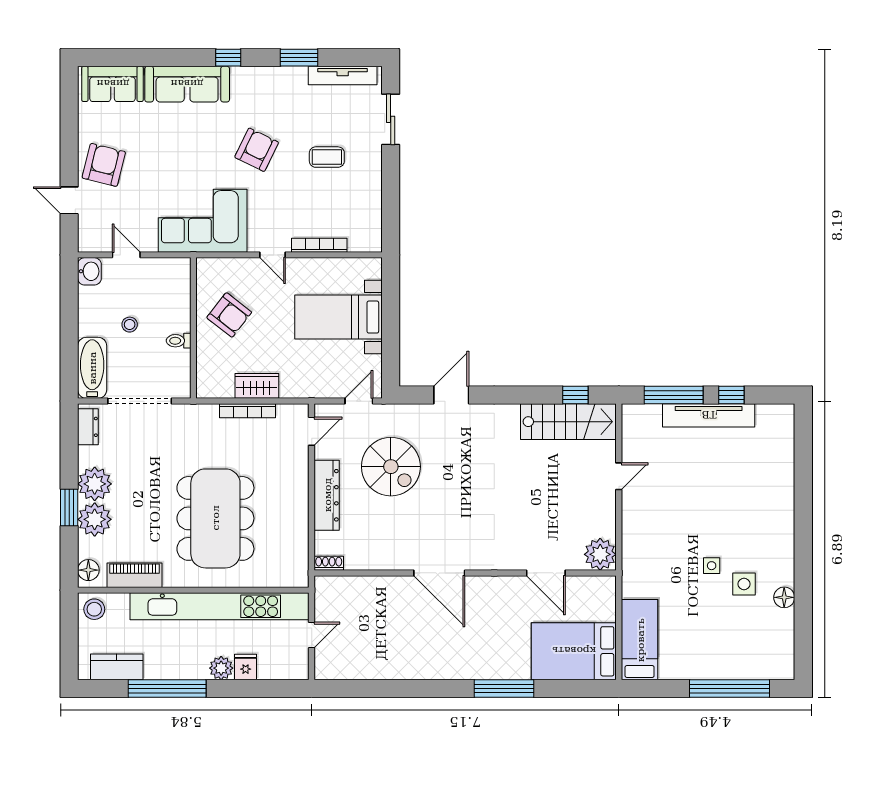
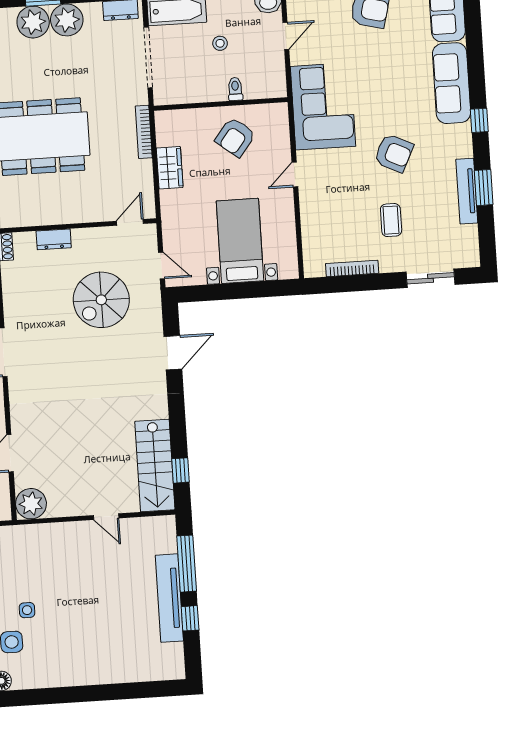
tv unit: (343, 76) -> (467, 191), moved
bookcase: (319, 245) -> (352, 268), moved, turned -90
toilet: (179, 341) -> (235, 89), moved
door: (451, 395) -> (173, 353), hinge flipped
bookcase: (248, 411) -> (144, 132), moved
door: (312, 431) -> (130, 222), swing flipped
dresser: (327, 495) -> (54, 239), width x0.51, depth x0.80

